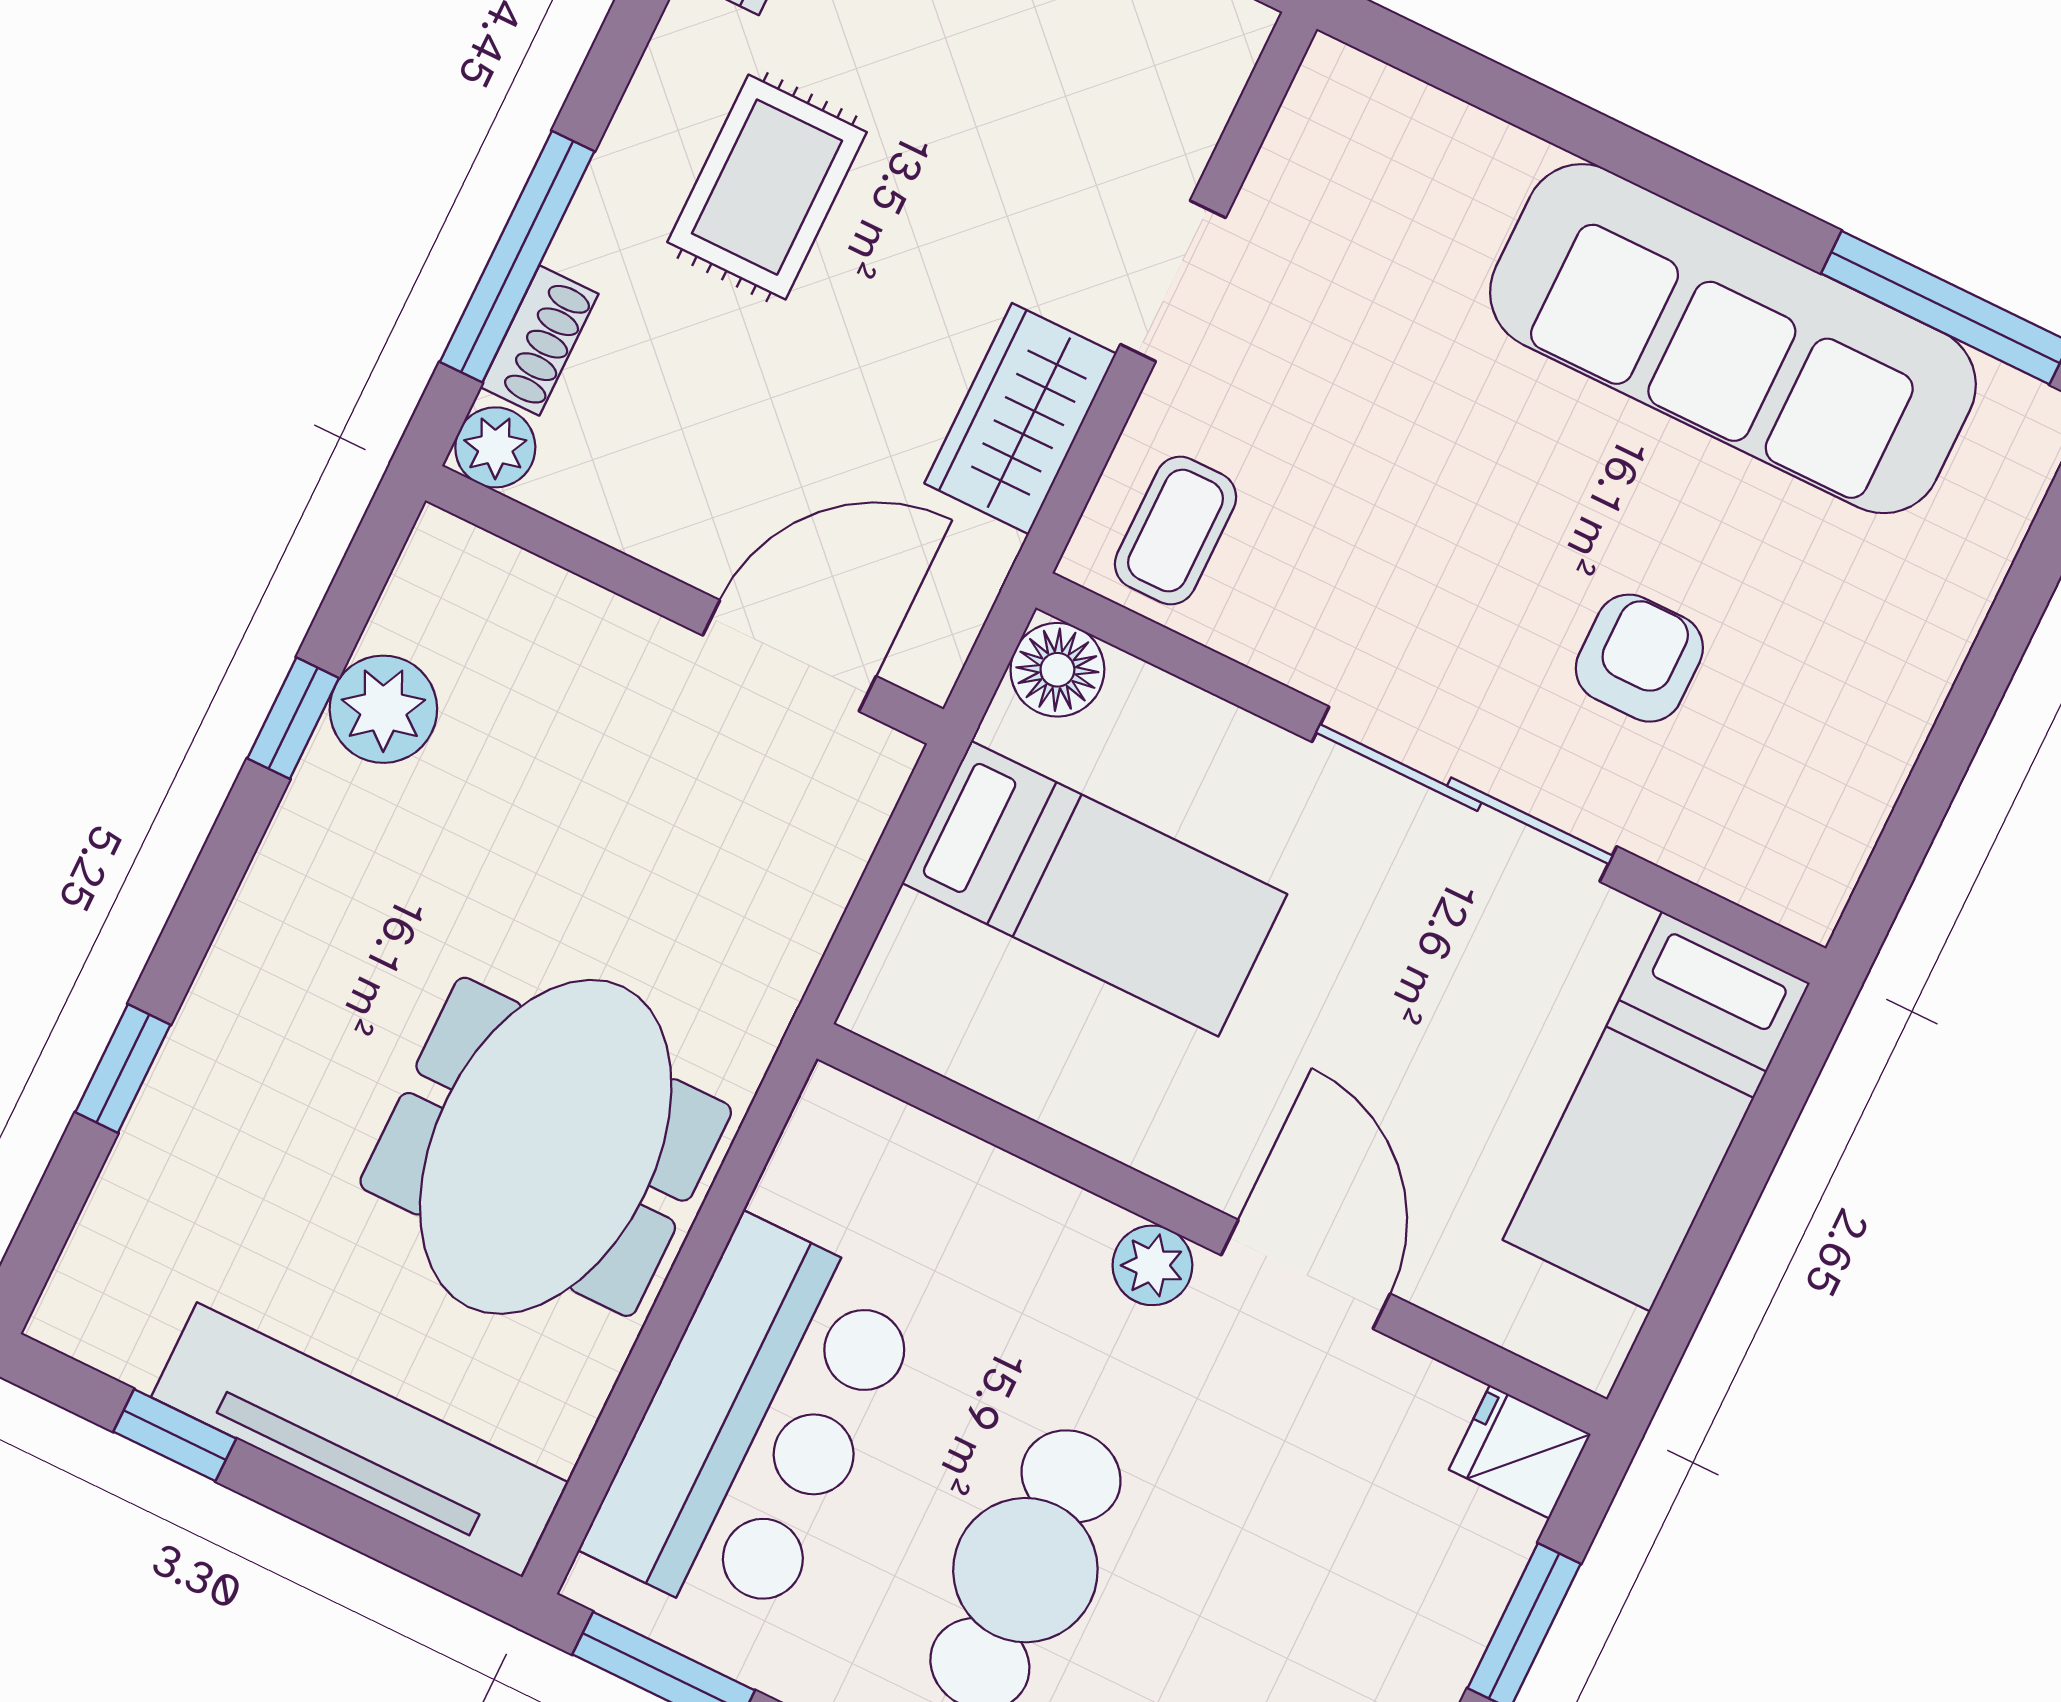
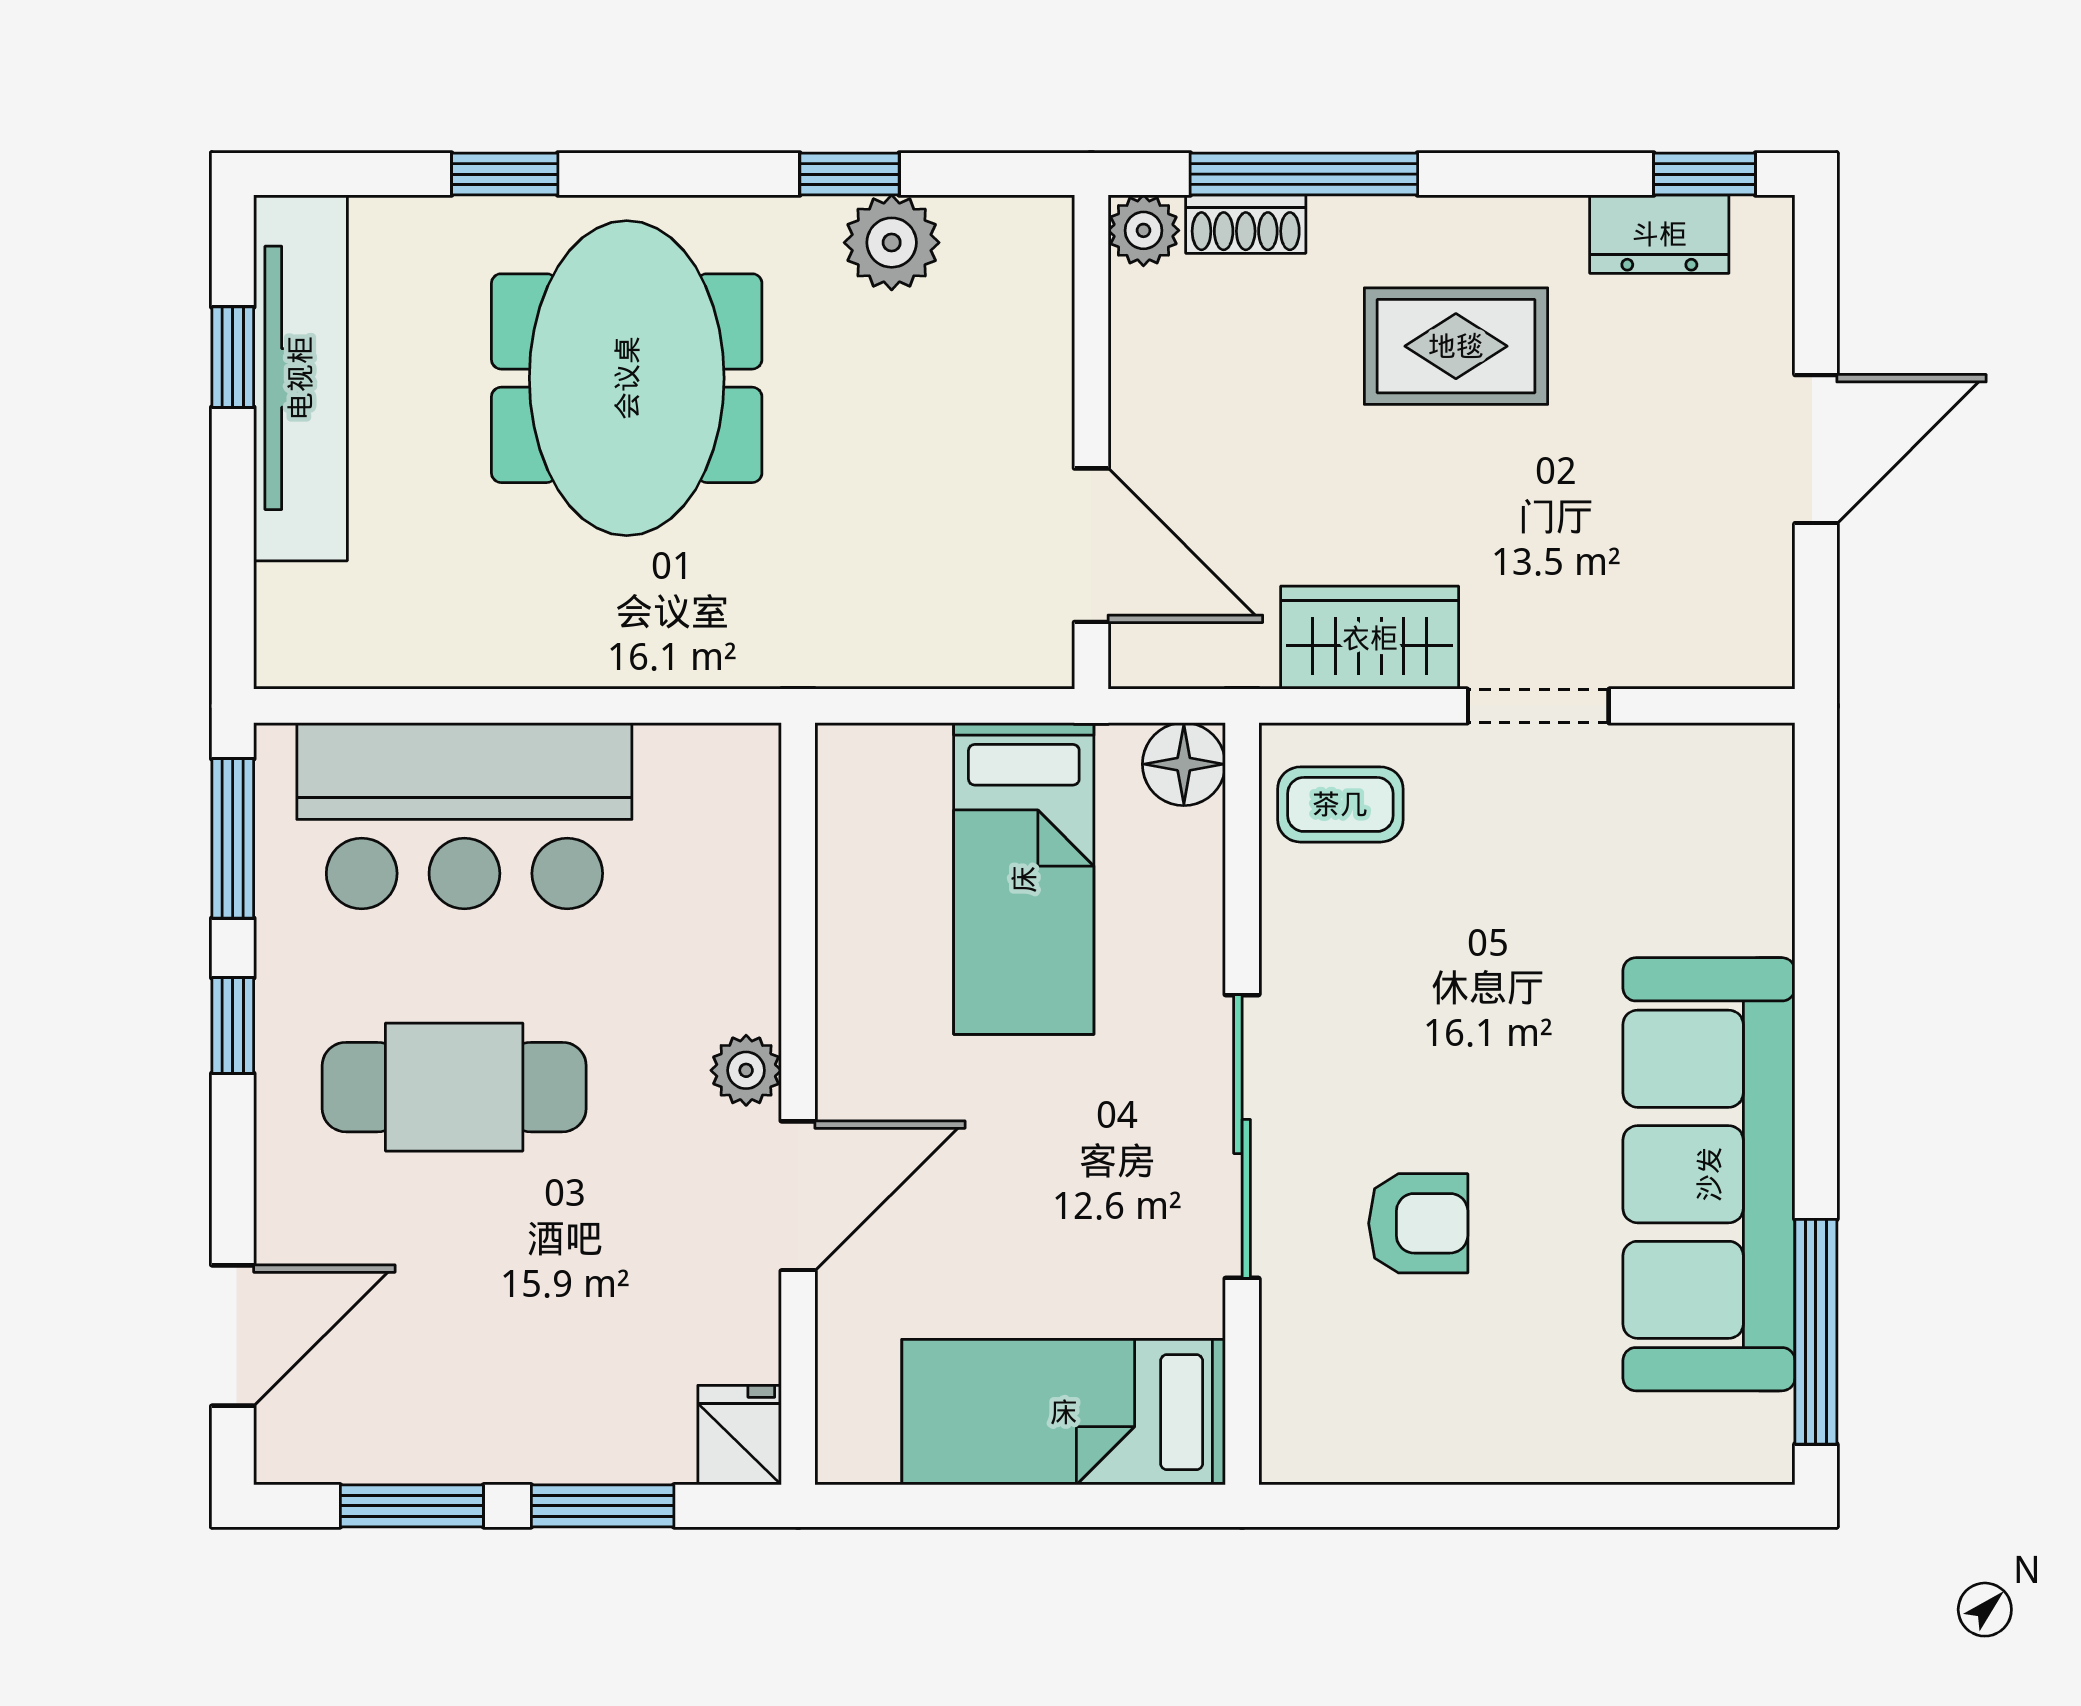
meeting table: (546, 1147) -> (627, 378), moved, turned 90
tv unit: (360, 1440) -> (300, 378), moved

